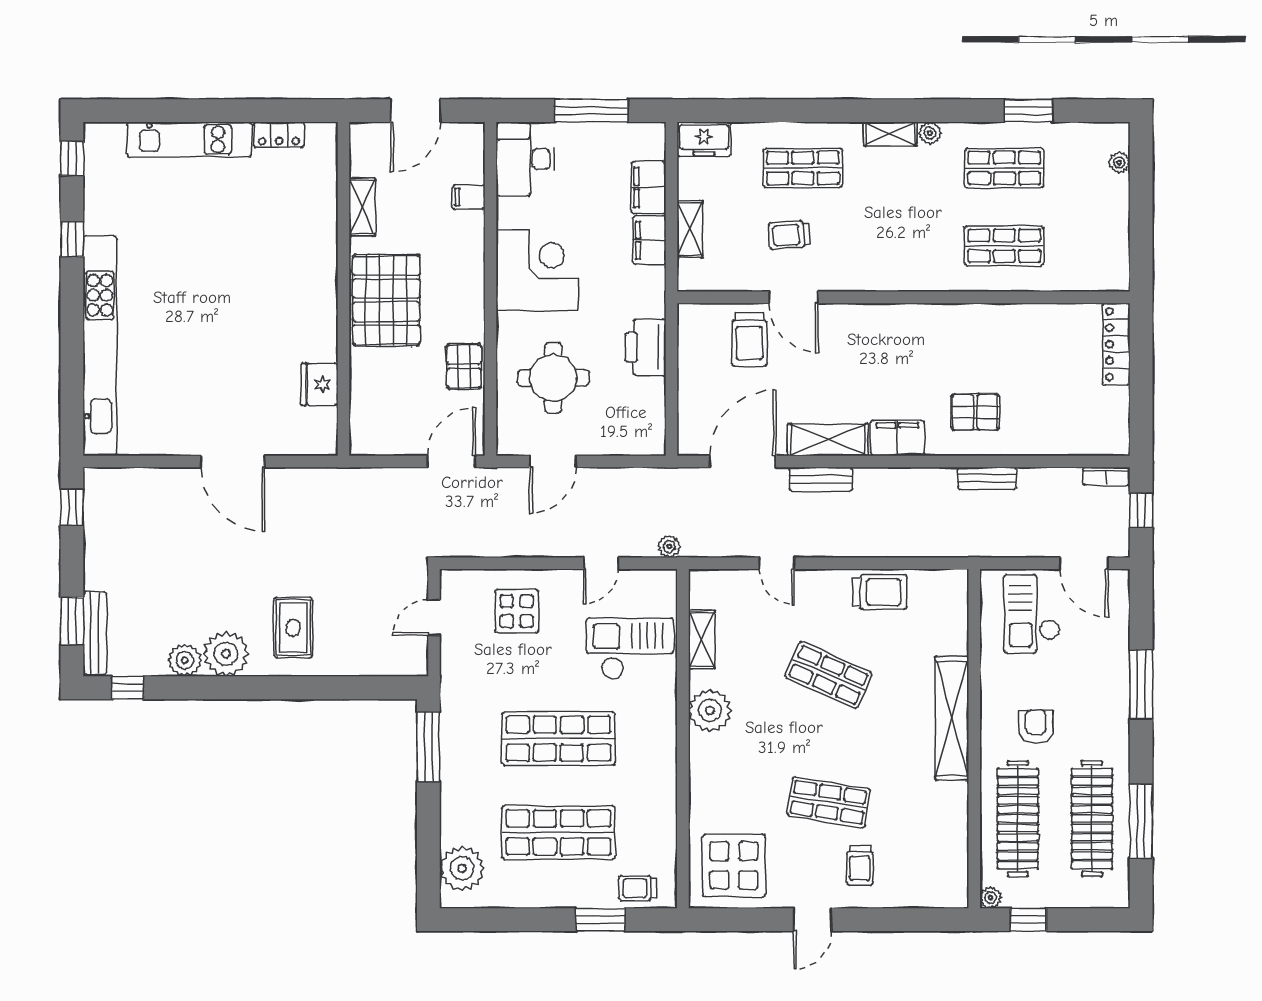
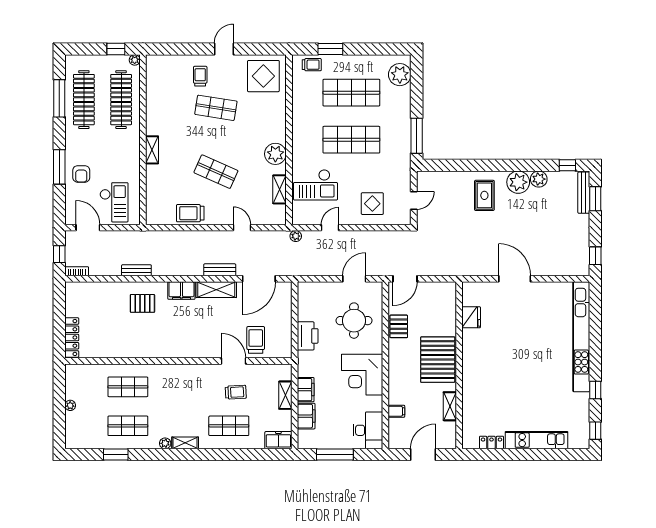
plant: (1119, 163) -> (70, 405), moved
shelving: (952, 718) -> (152, 150), width x0.45, depth x0.75
armchair: (1036, 727) -> (81, 174), moved

